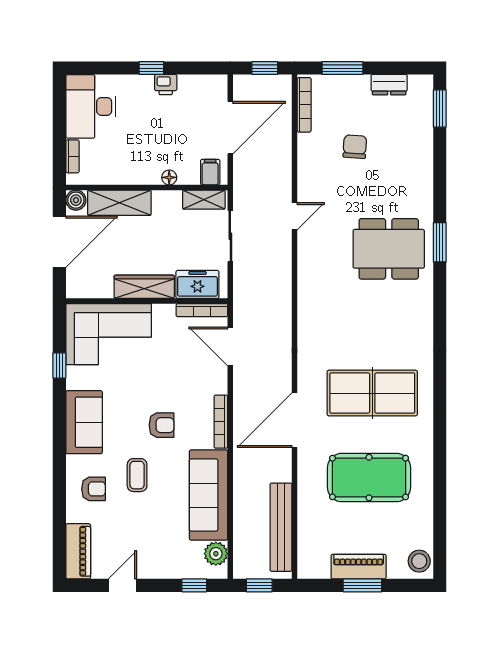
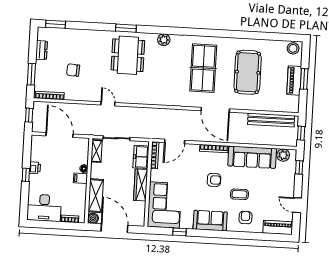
filing cabinet: (210, 172) -> (81, 178), moved
plant: (422, 315) -> (164, 40), added
armchair: (162, 425) -> (214, 180), turned 90

